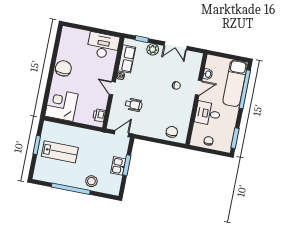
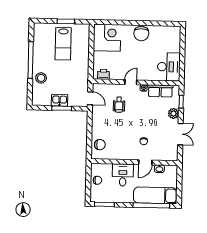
double door: (176, 46) -> (180, 134), swing flipped
chair: (63, 68) -> (141, 34), turned 90
door: (199, 88) -> (145, 162), hinge flipped

